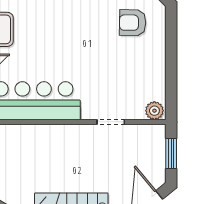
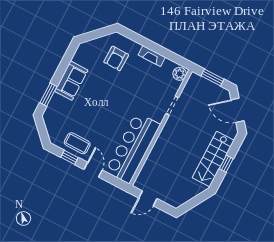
fireplace: (158, 65) -> (152, 56), added

